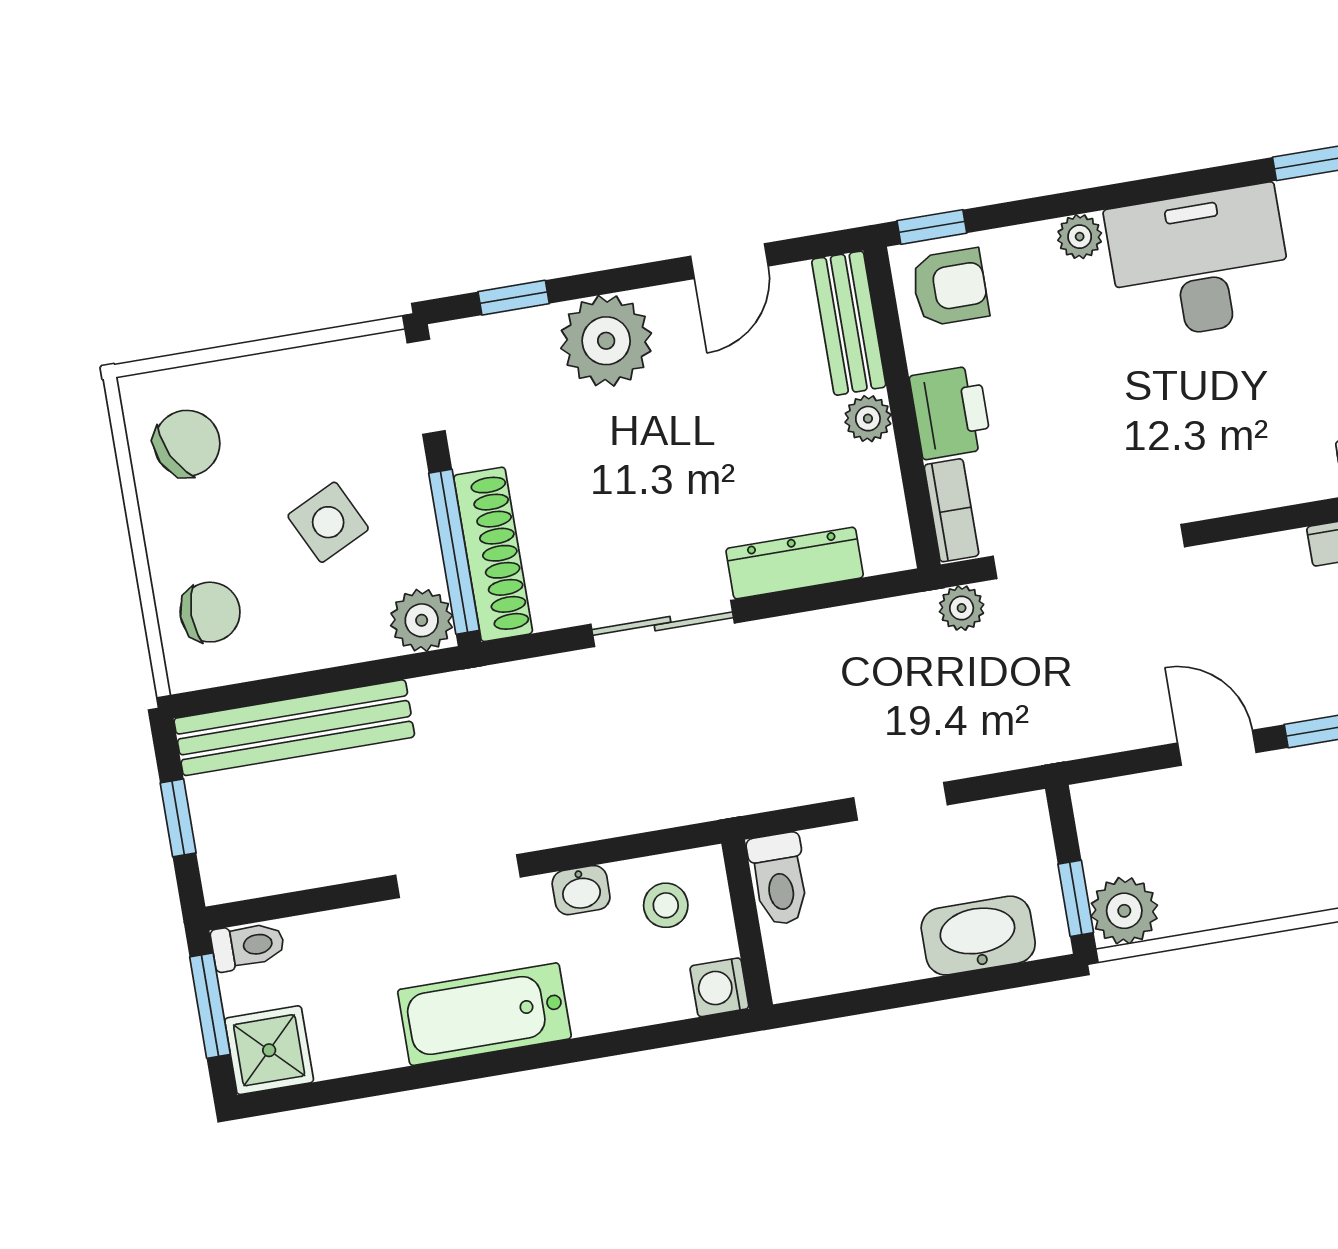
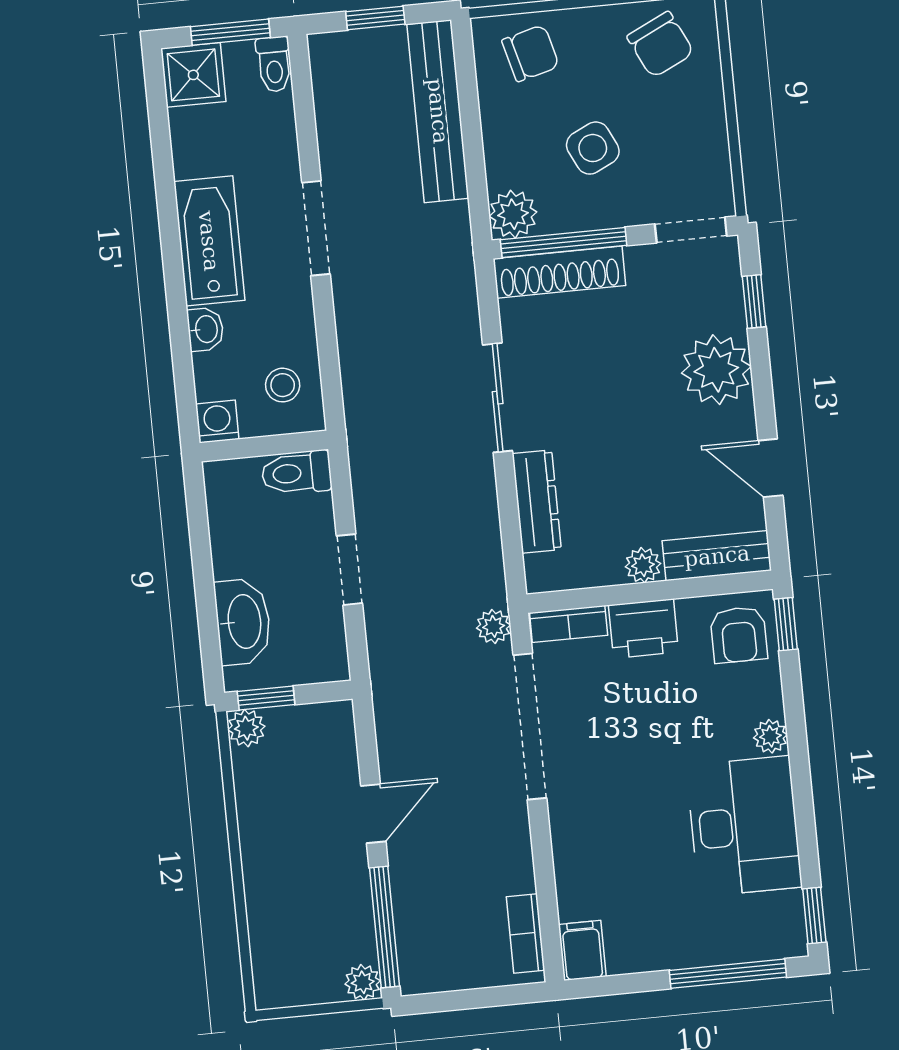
chair: (210, 612) -> (531, 53), turned -105
washbasin: (581, 890) -> (205, 329), moved, turned 180
plant: (1124, 911) -> (246, 728), width x0.73, depth x0.73

